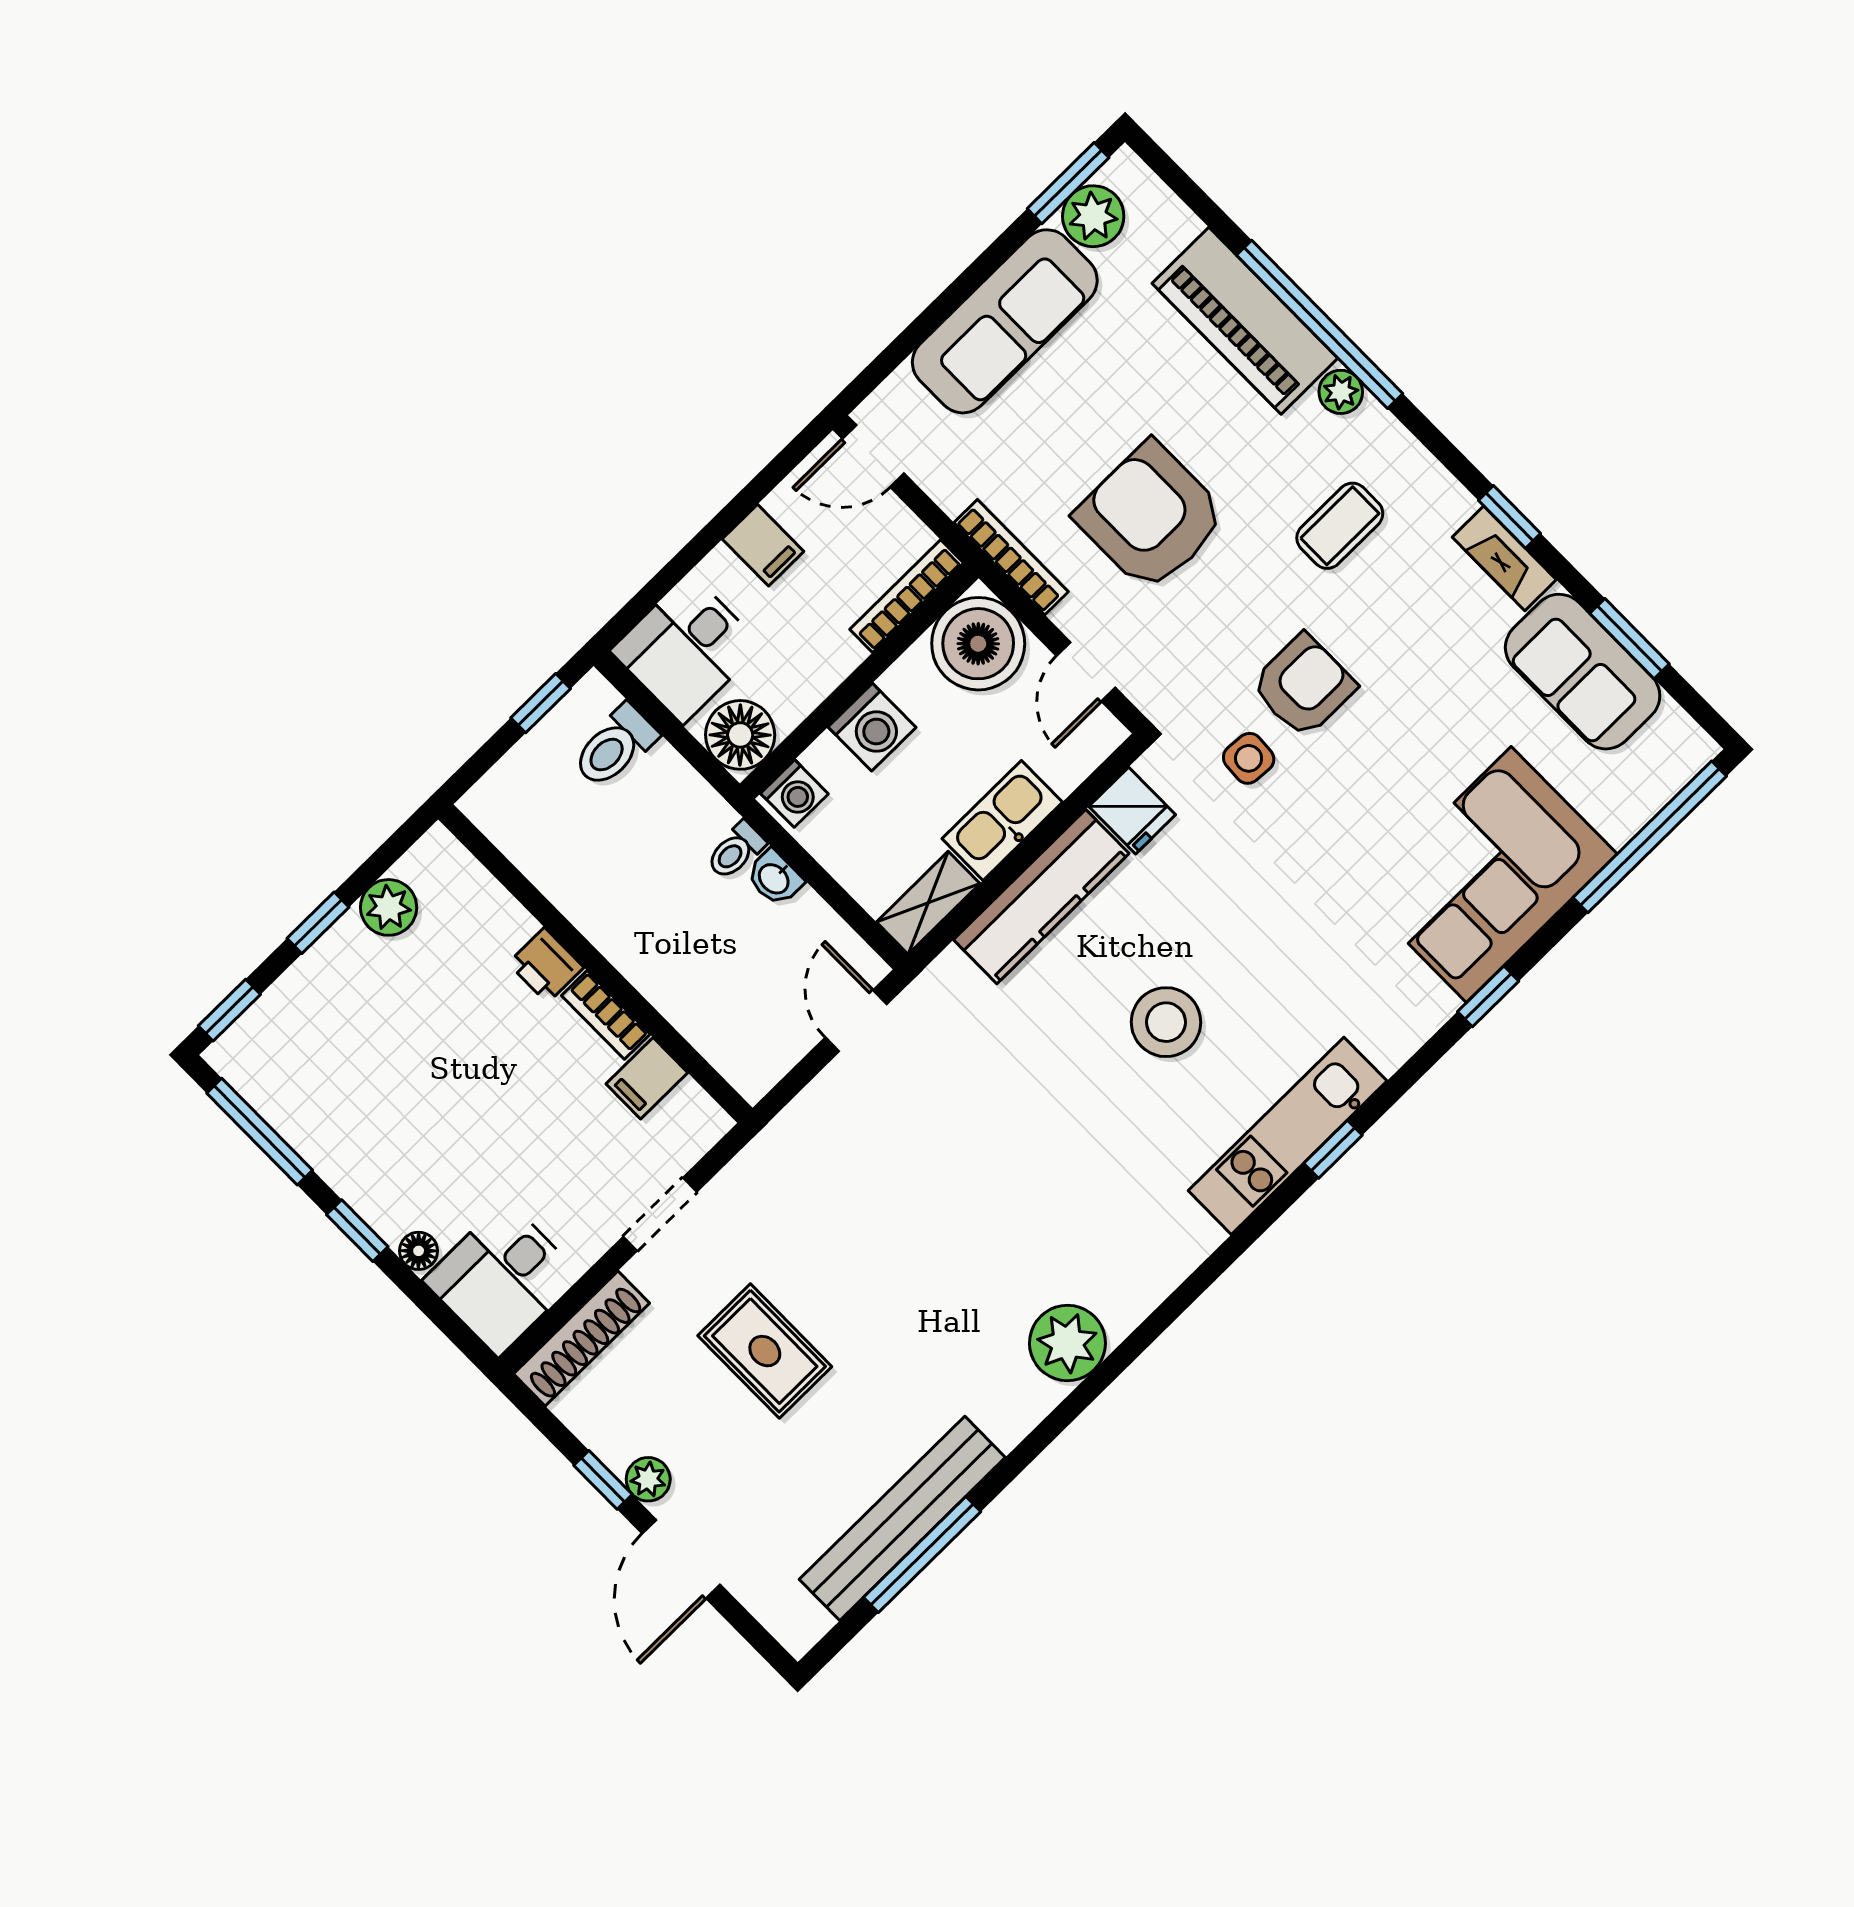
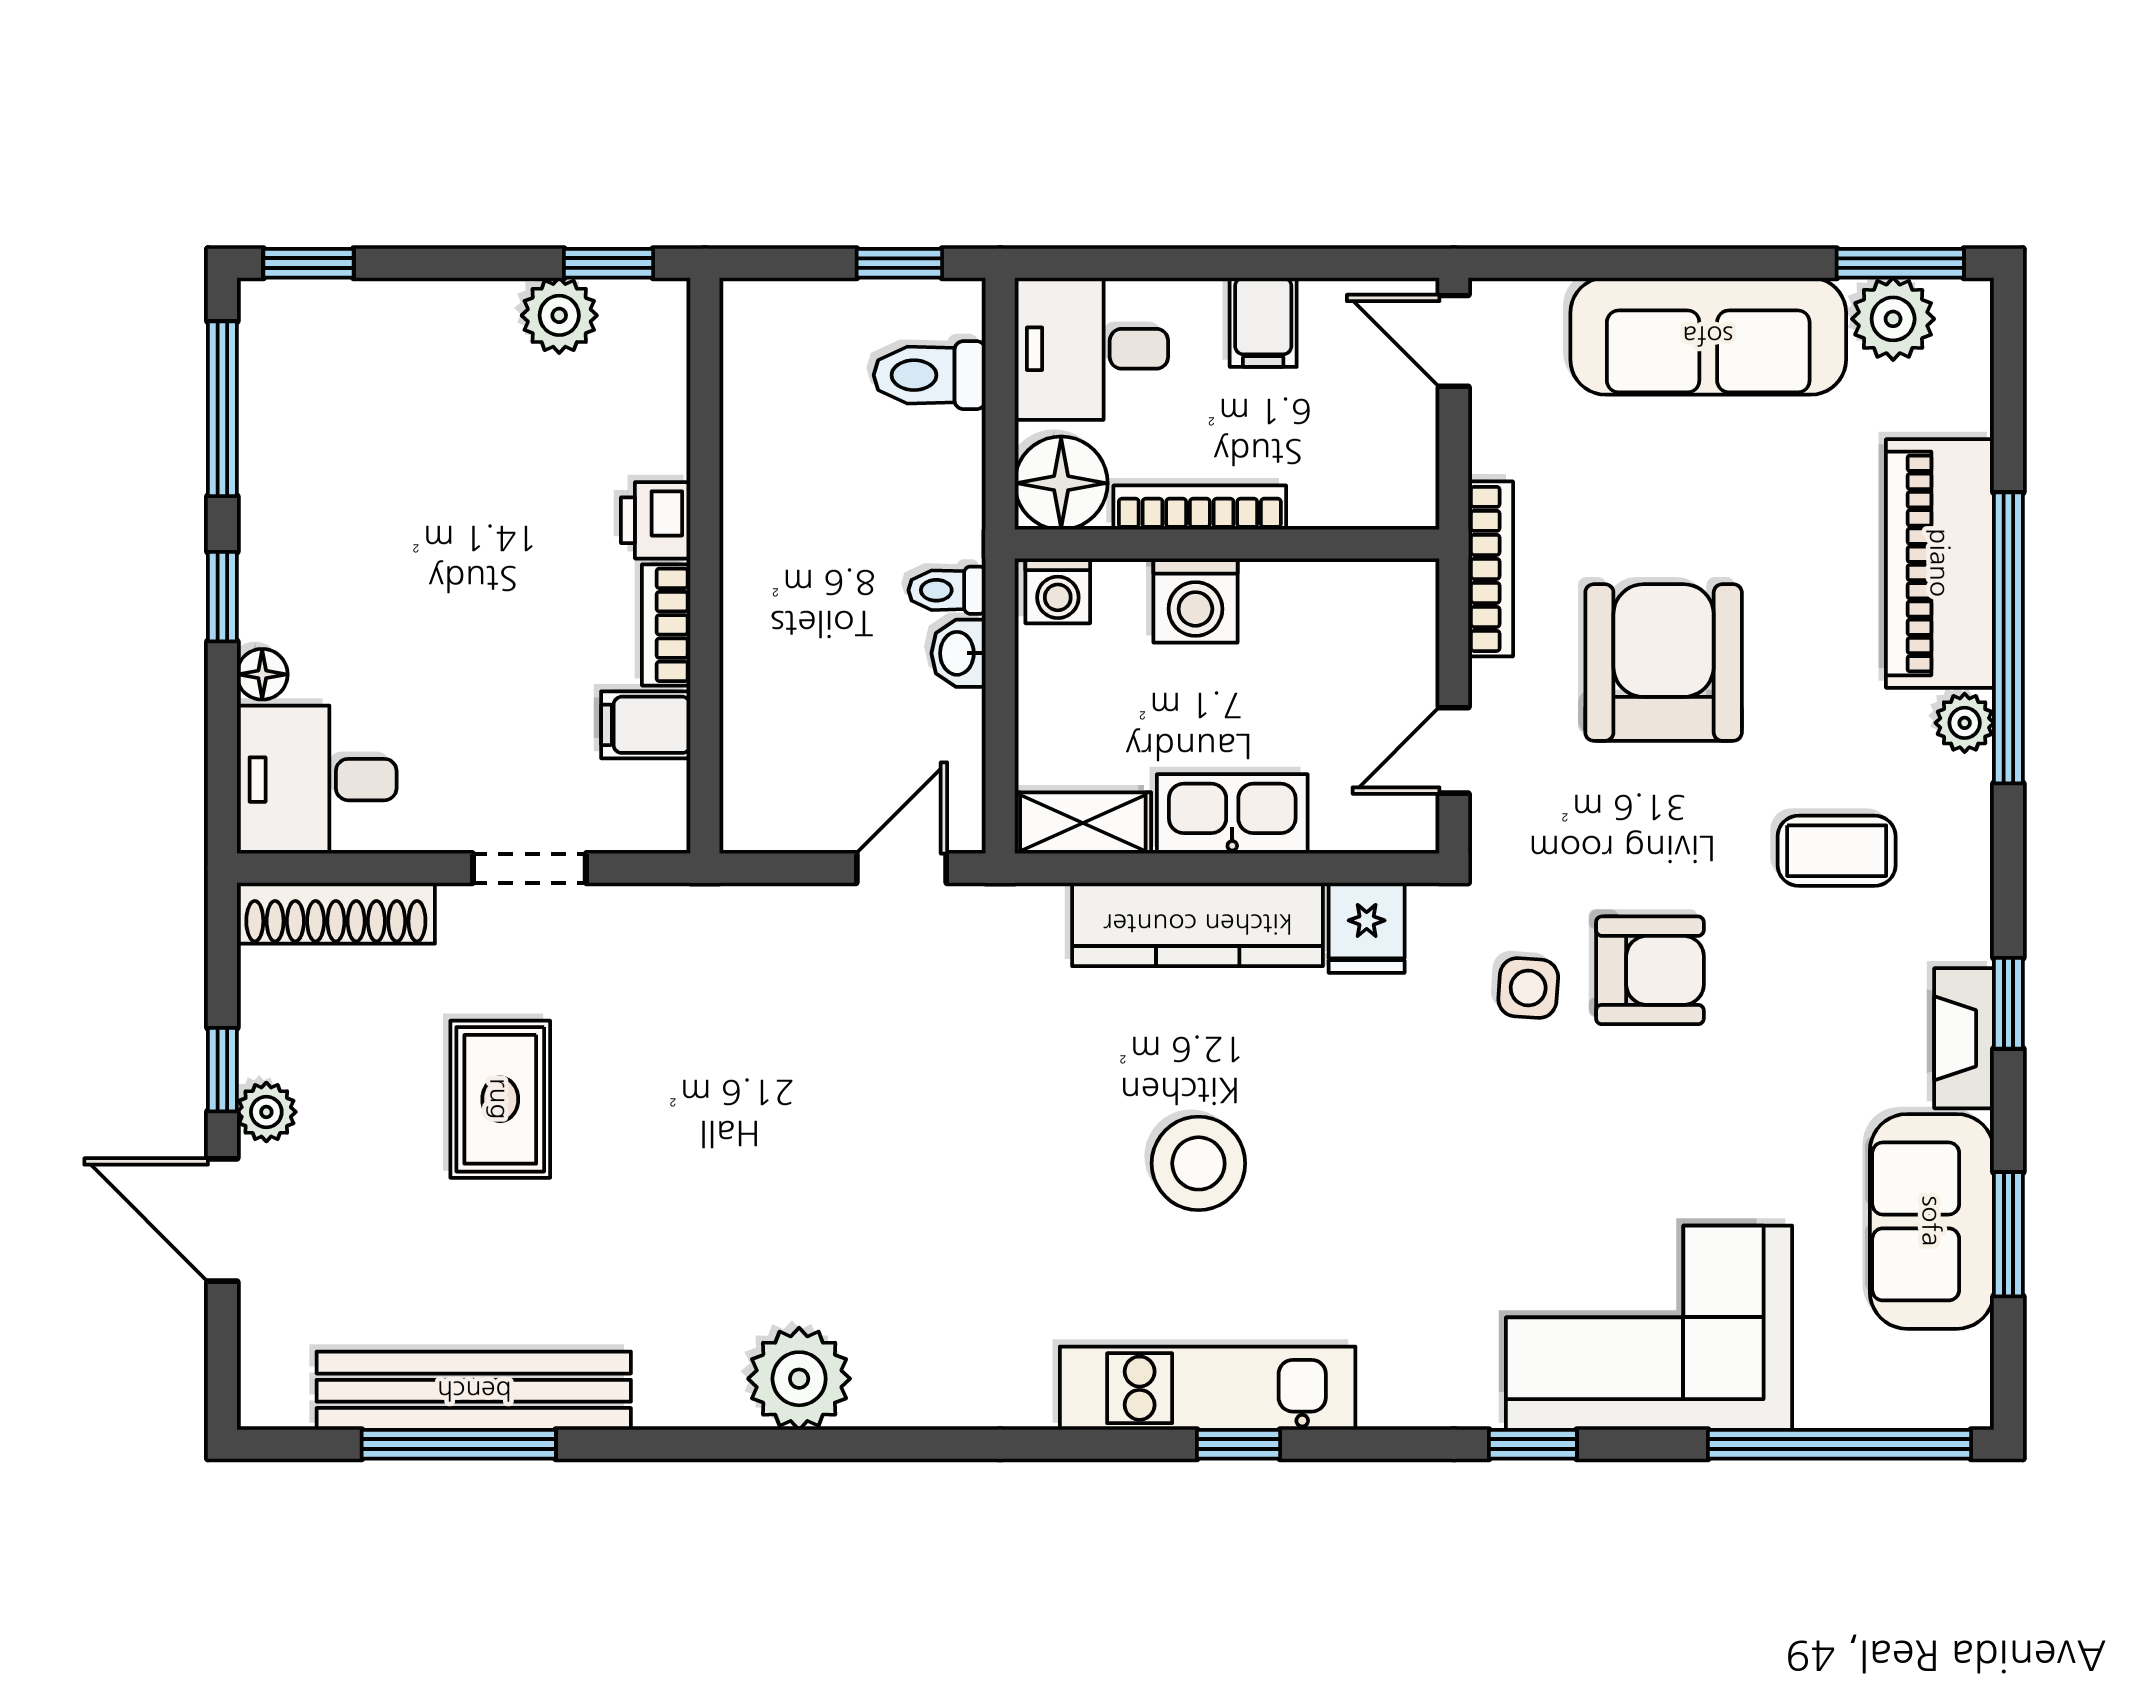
bookcase: (907, 596) -> (1200, 508), moved
boiler: (978, 644) -> (1377, 621), removed
window: (318, 923) -> (608, 263), moved
door: (681, 1559) -> (222, 1220), hinge flipped

